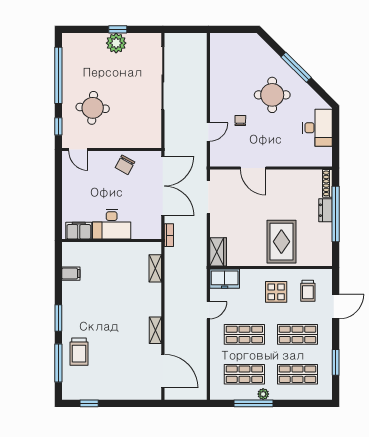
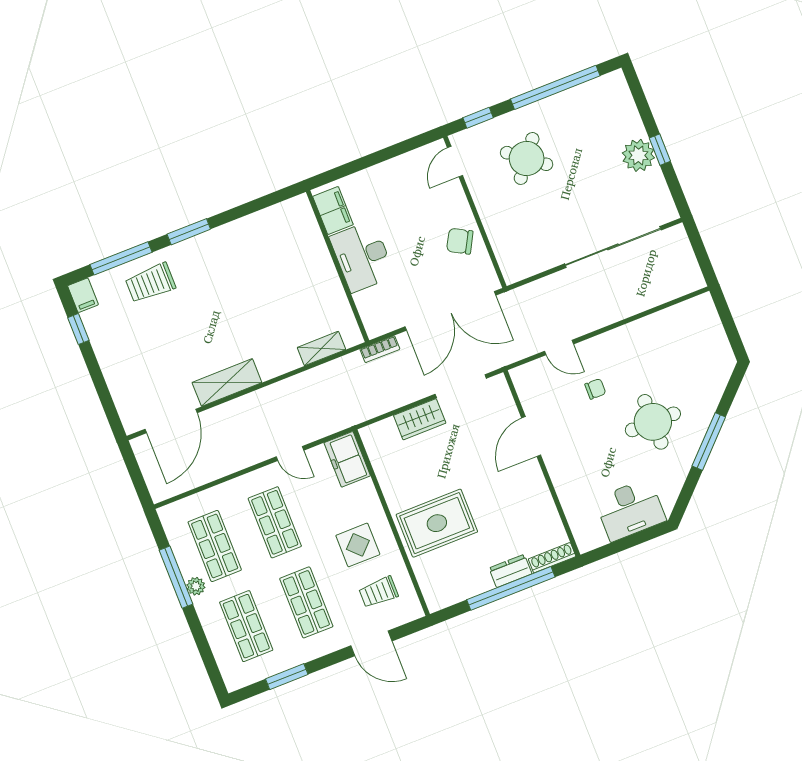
round table: (93, 108) -> (527, 158), turned 34
wardrobe: (218, 252) -> (420, 419), moved
filing cabinet: (71, 274) -> (83, 295), moved
shelving: (155, 330) -> (227, 382), width x1.50, depth x1.33

